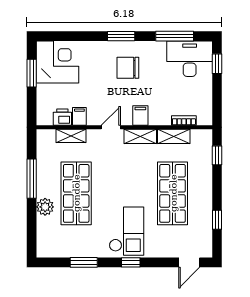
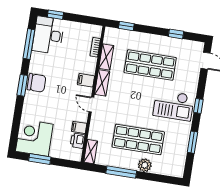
chair: (128, 68) -> (36, 83), moved, turned -90
shelving: (71, 136) -> (91, 152), moved
checkout: (126, 231) -> (174, 105), turned 180

